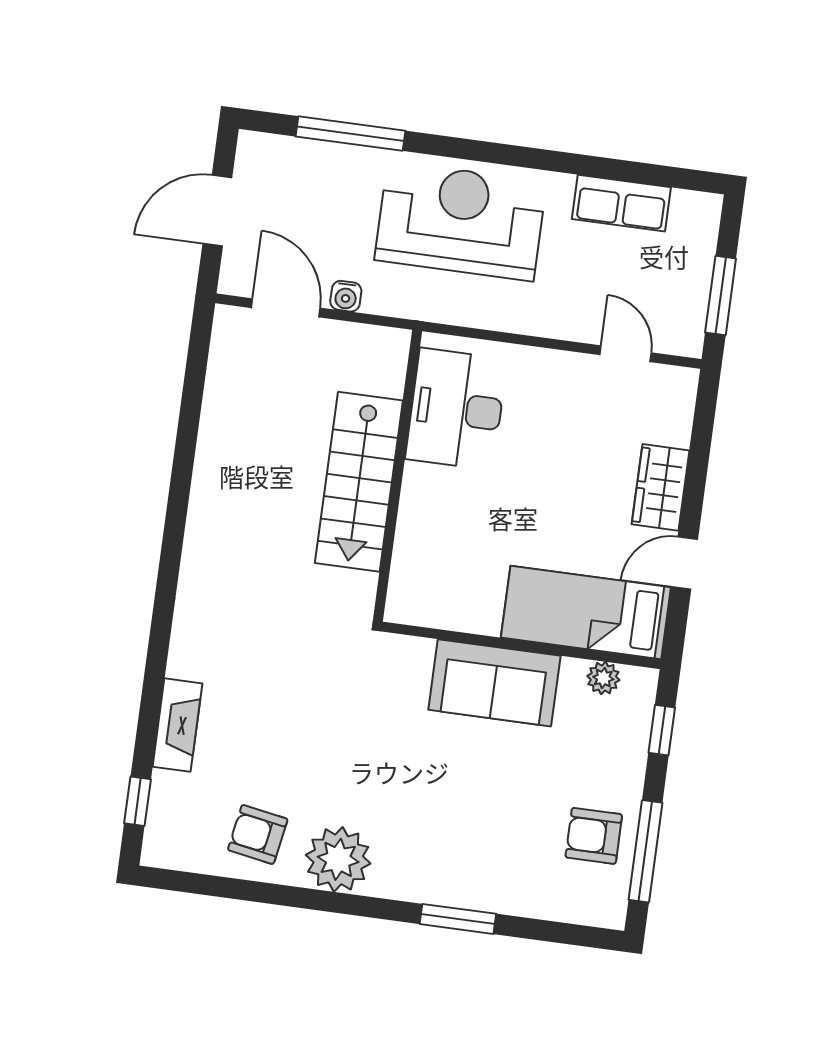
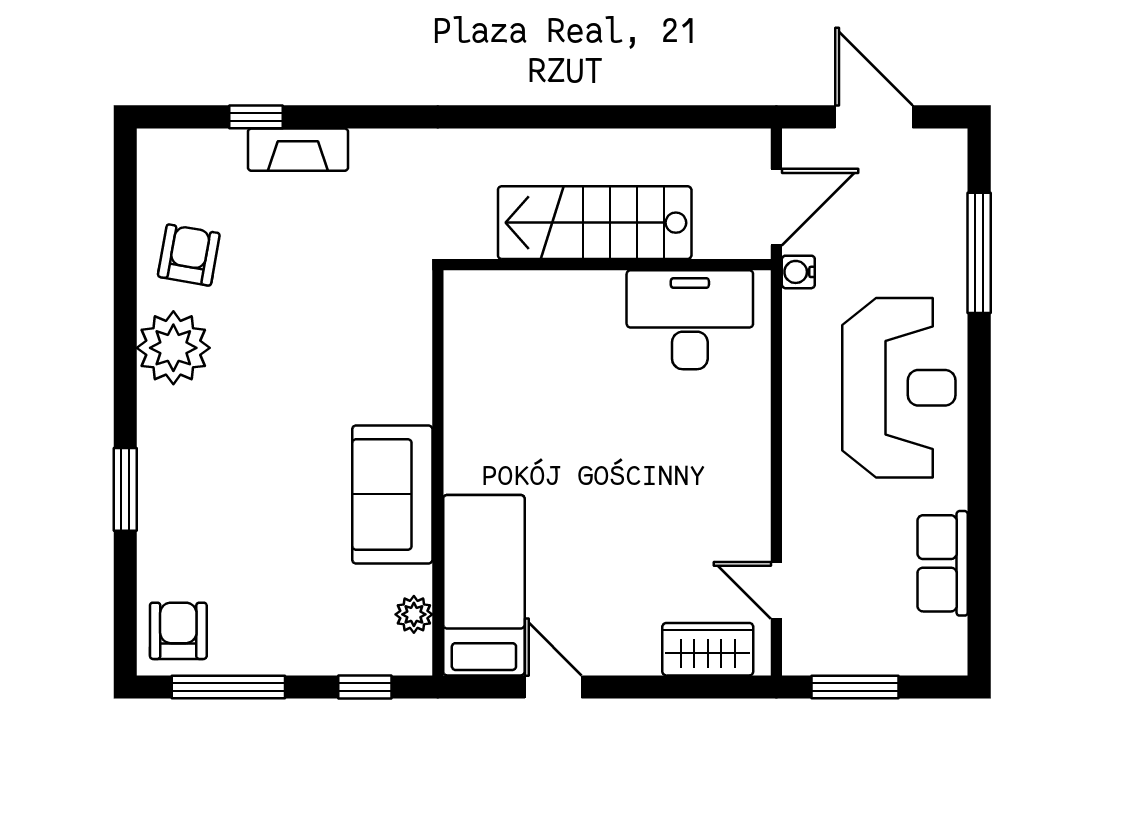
door: (626, 354) -> (776, 590), swing flipped
desk: (456, 409) -> (690, 320), moved
wall: (398, 476) -> (607, 265), moved
stairs: (359, 482) -> (595, 223), moved
wardrobe: (661, 487) -> (708, 649), moved
window: (138, 801) -> (256, 117), moved
armchair: (594, 836) -> (178, 631), moved

